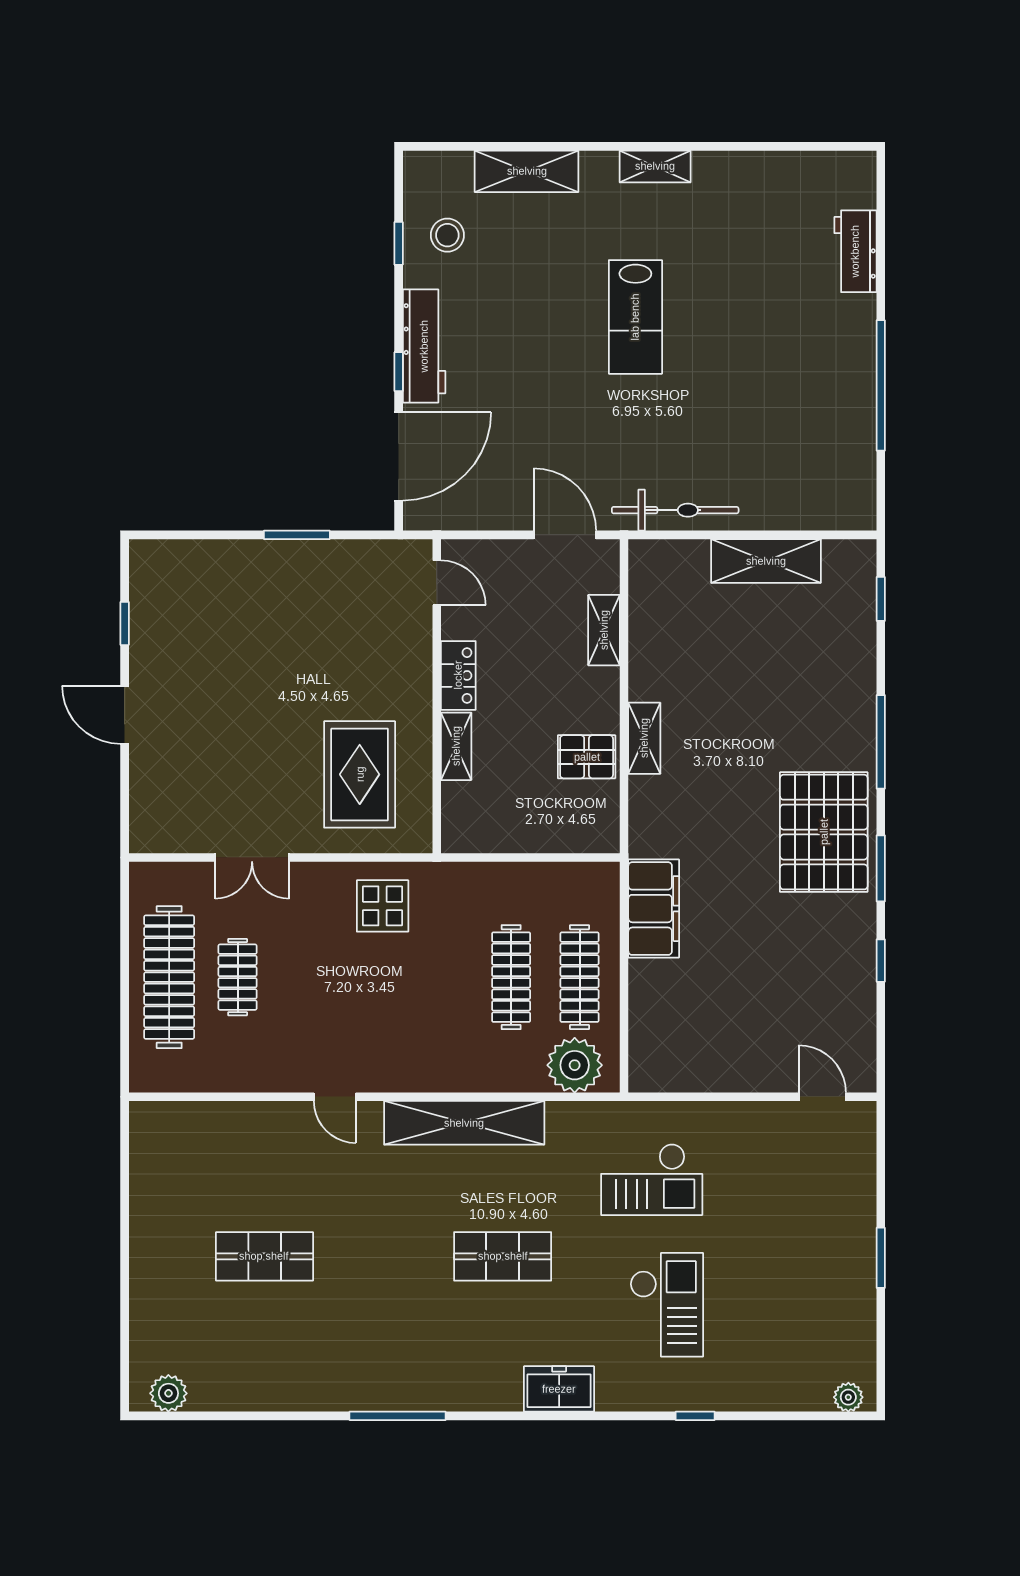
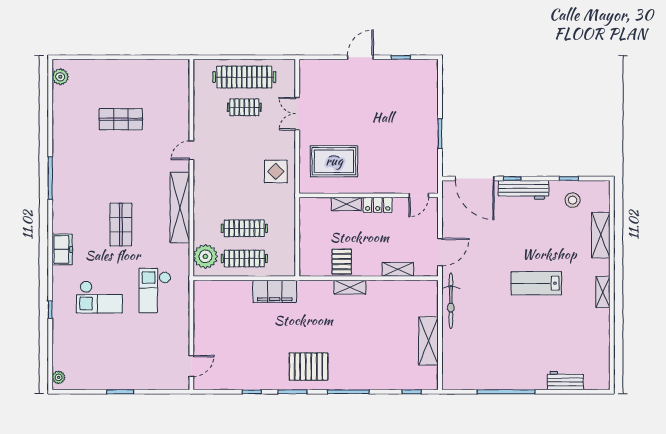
pallet: (824, 832) -> (308, 367), width x0.73, depth x0.71
shop shelf: (264, 1256) -> (121, 119), turned 90

